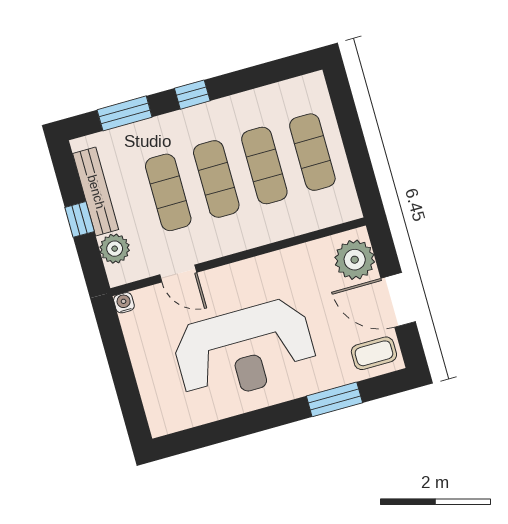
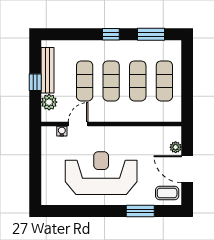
window: (125, 113) -> (151, 34), moved
plant: (355, 260) -> (176, 147), width x0.53, depth x0.53
door: (178, 274) -> (78, 124), swing flipped
water cooler: (124, 303) -> (62, 131), moved
reception desk: (245, 351) -> (101, 173), turned 180

